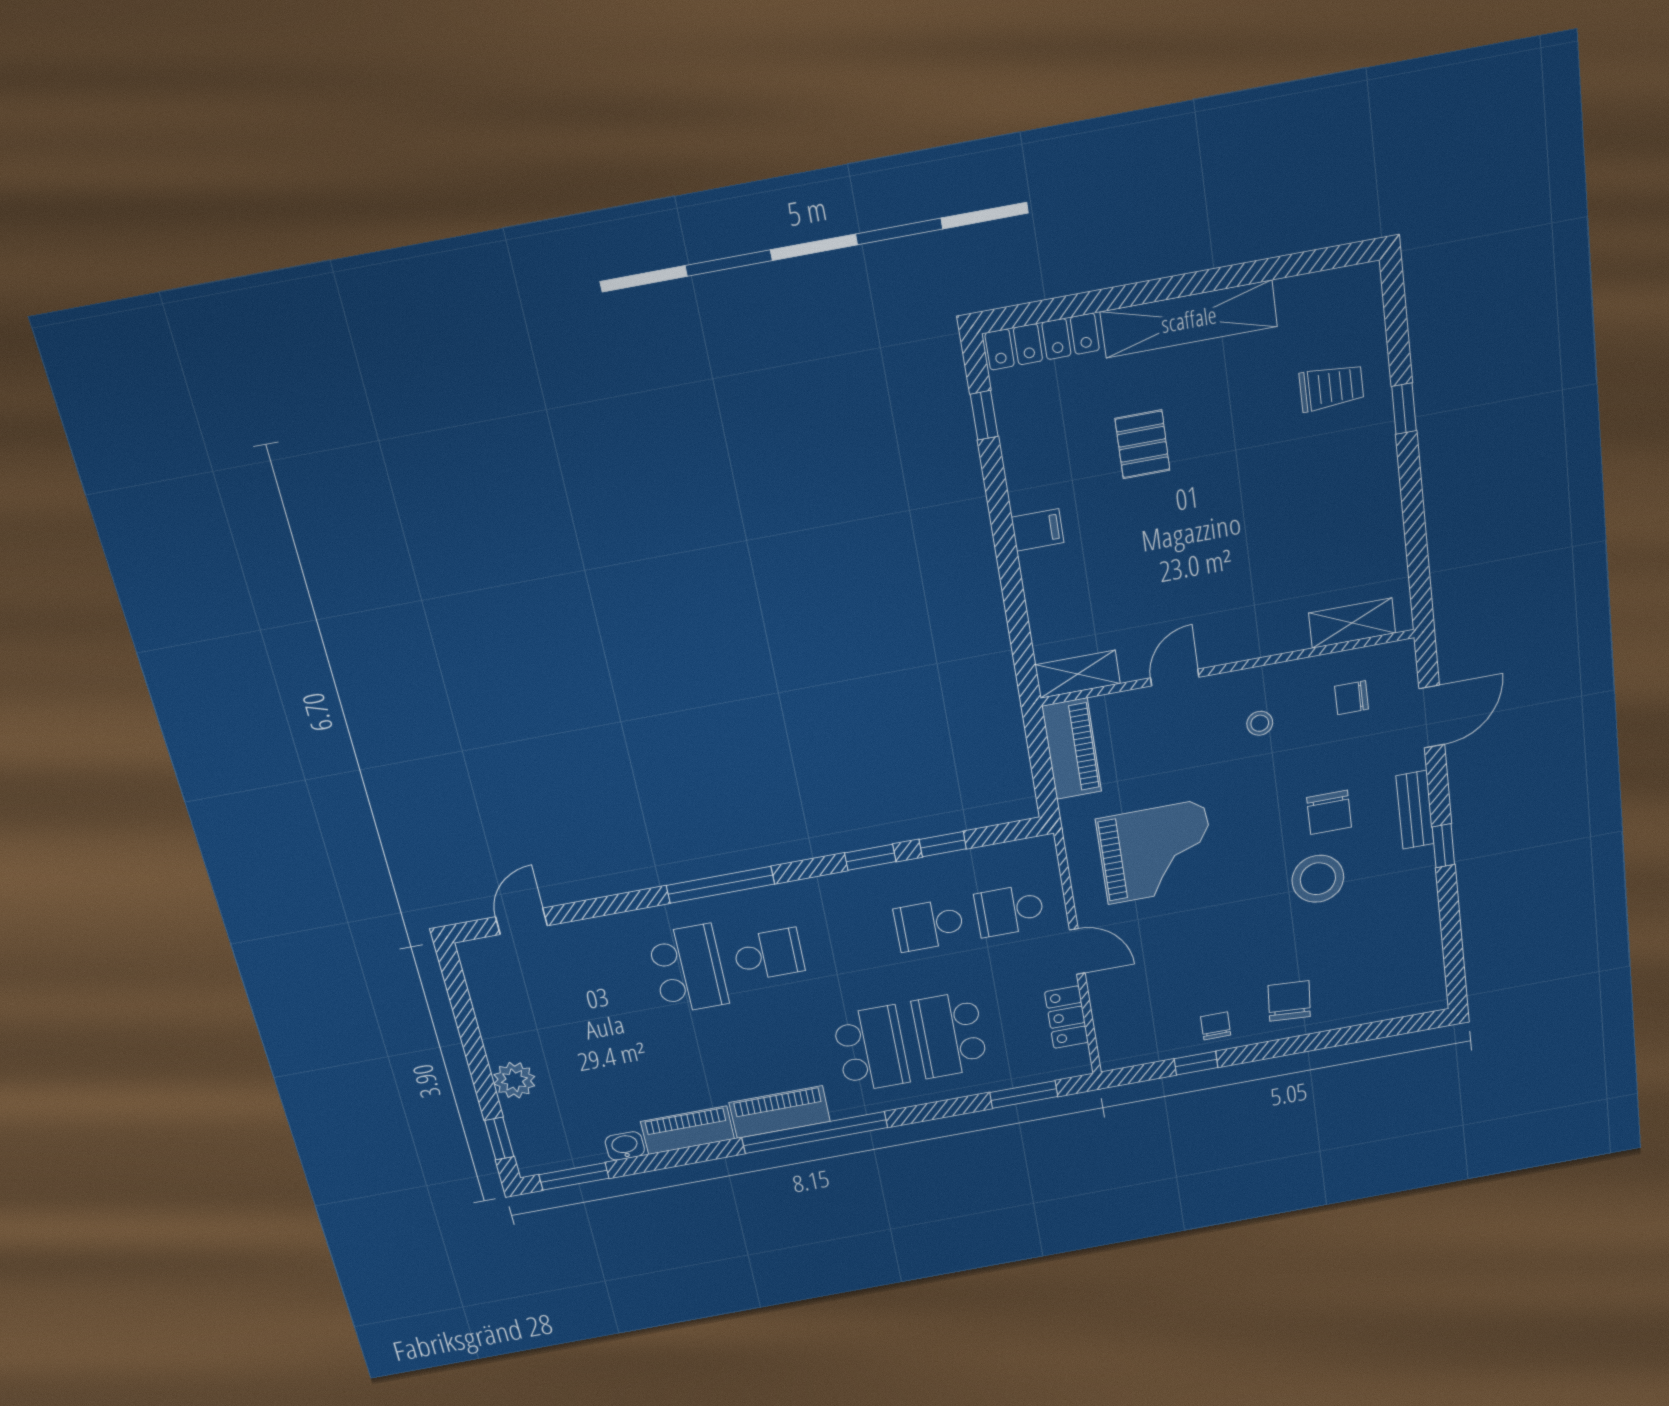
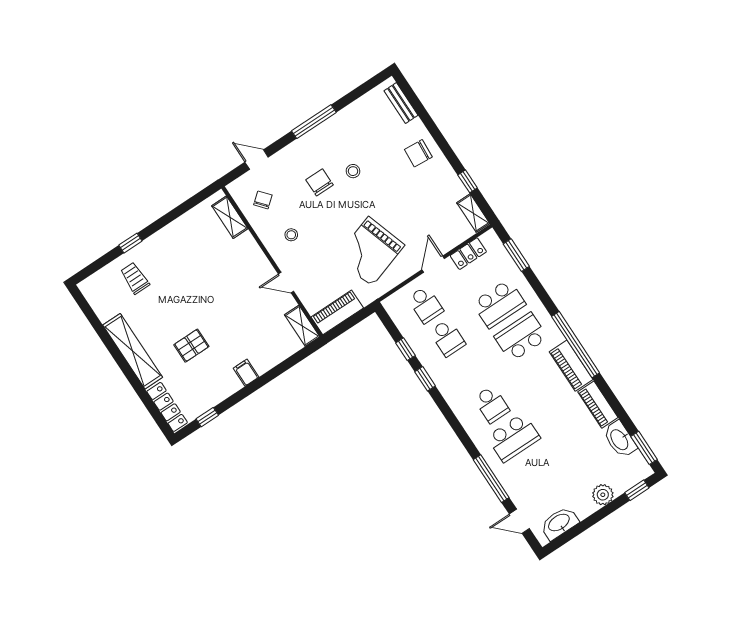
chair: (1352, 698) -> (263, 200), turned -130
door: (1432, 716) -> (257, 160), width x0.73
bench: (1415, 810) -> (401, 103), moved, turned 90
chair: (1329, 812) -> (319, 182), turned -90
window: (1443, 846) -> (314, 122), width x2.17
grand piano: (1156, 852) -> (370, 251), turned -108
stool: (1318, 879) -> (353, 171), width x0.53, depth x0.53
window: (720, 885) -> (491, 479), moved
school desk: (769, 955) -> (492, 404), turned 180
school desk: (688, 969) -> (514, 438), turned 180
washbasin: (490, 989) -> (559, 523), added
chair: (1216, 1026) -> (445, 182), removed
shelving: (1135, 1052) -> (473, 213), added
washbasin: (625, 1146) -> (620, 439), width x1.91, depth x1.45

